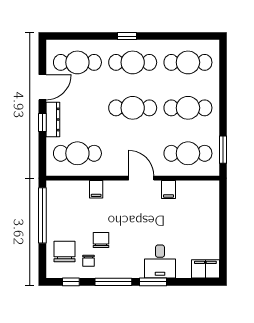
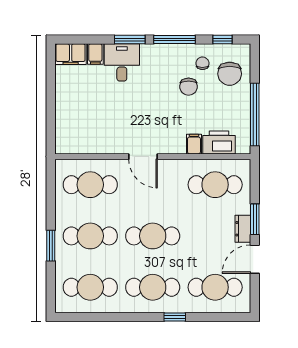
window: (127, 36) -> (175, 317), moved
dresser: (53, 119) -> (243, 229), width x0.70
window: (42, 123) -> (255, 219), width x1.50
window: (223, 150) -> (51, 246), moved
filing cabinet: (169, 190) -> (95, 54), moved, turned 180
printer: (74, 191) -> (219, 142), added

